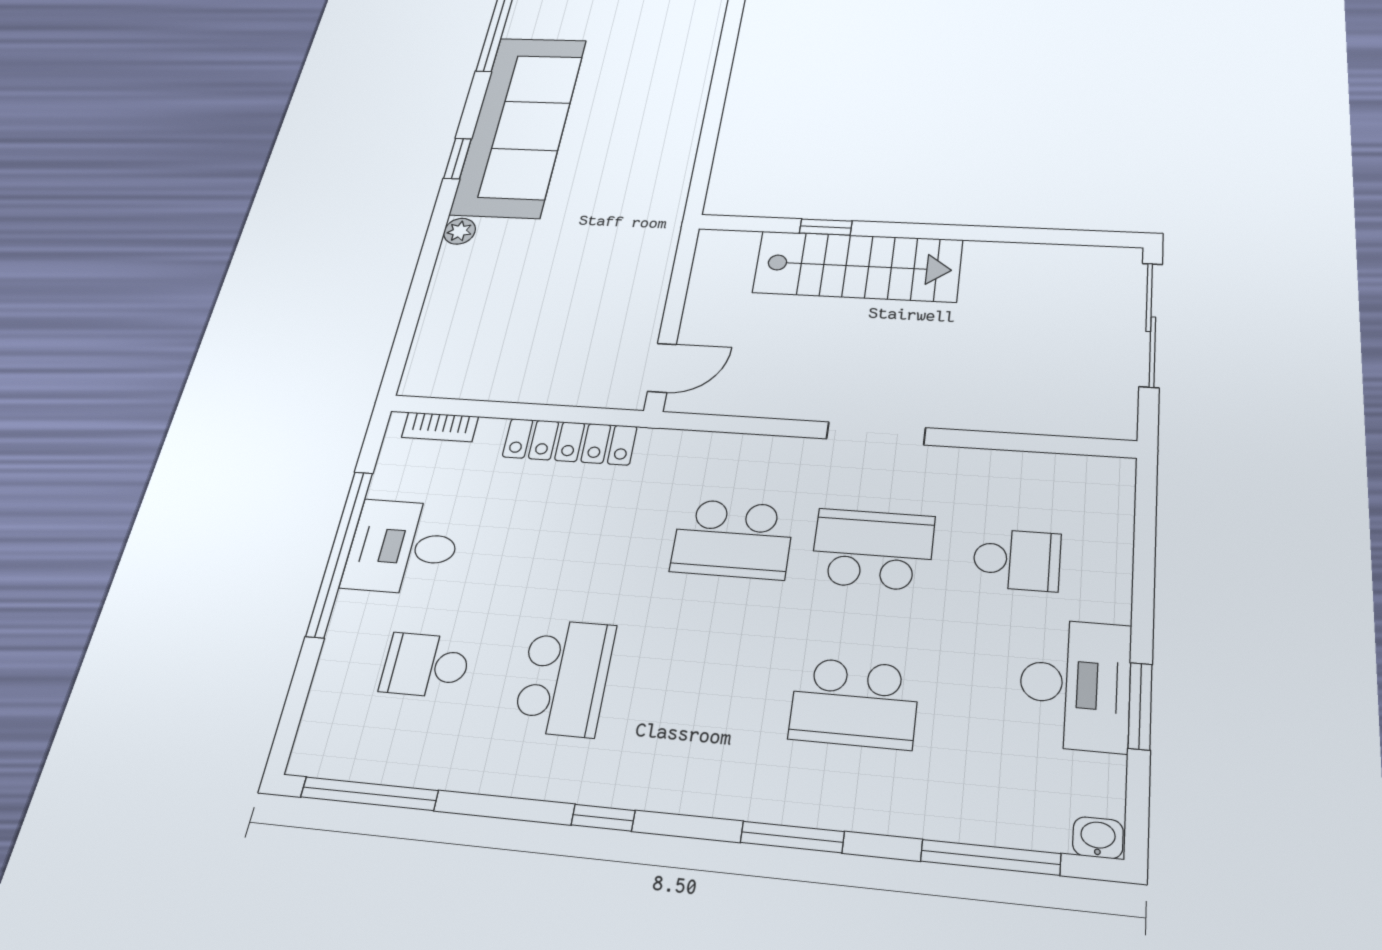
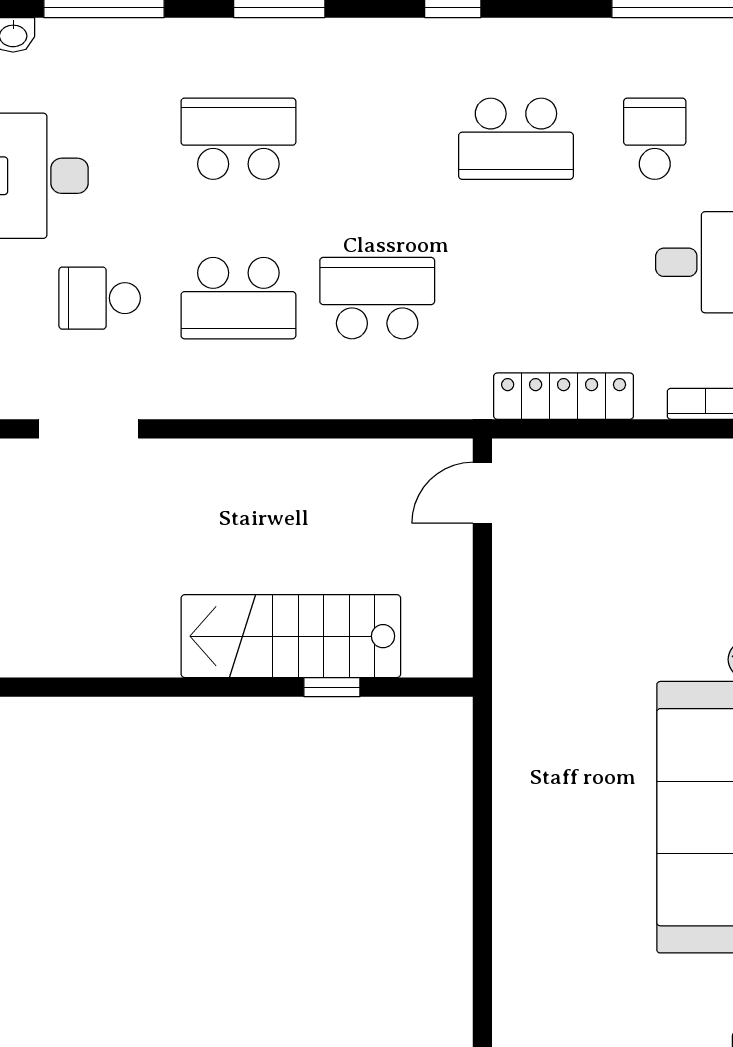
doorway: (876, 433) -> (89, 429), moved
school desk: (426, 665) -> (655, 139), turned -90
school desk: (565, 677) -> (516, 139), turned -90

